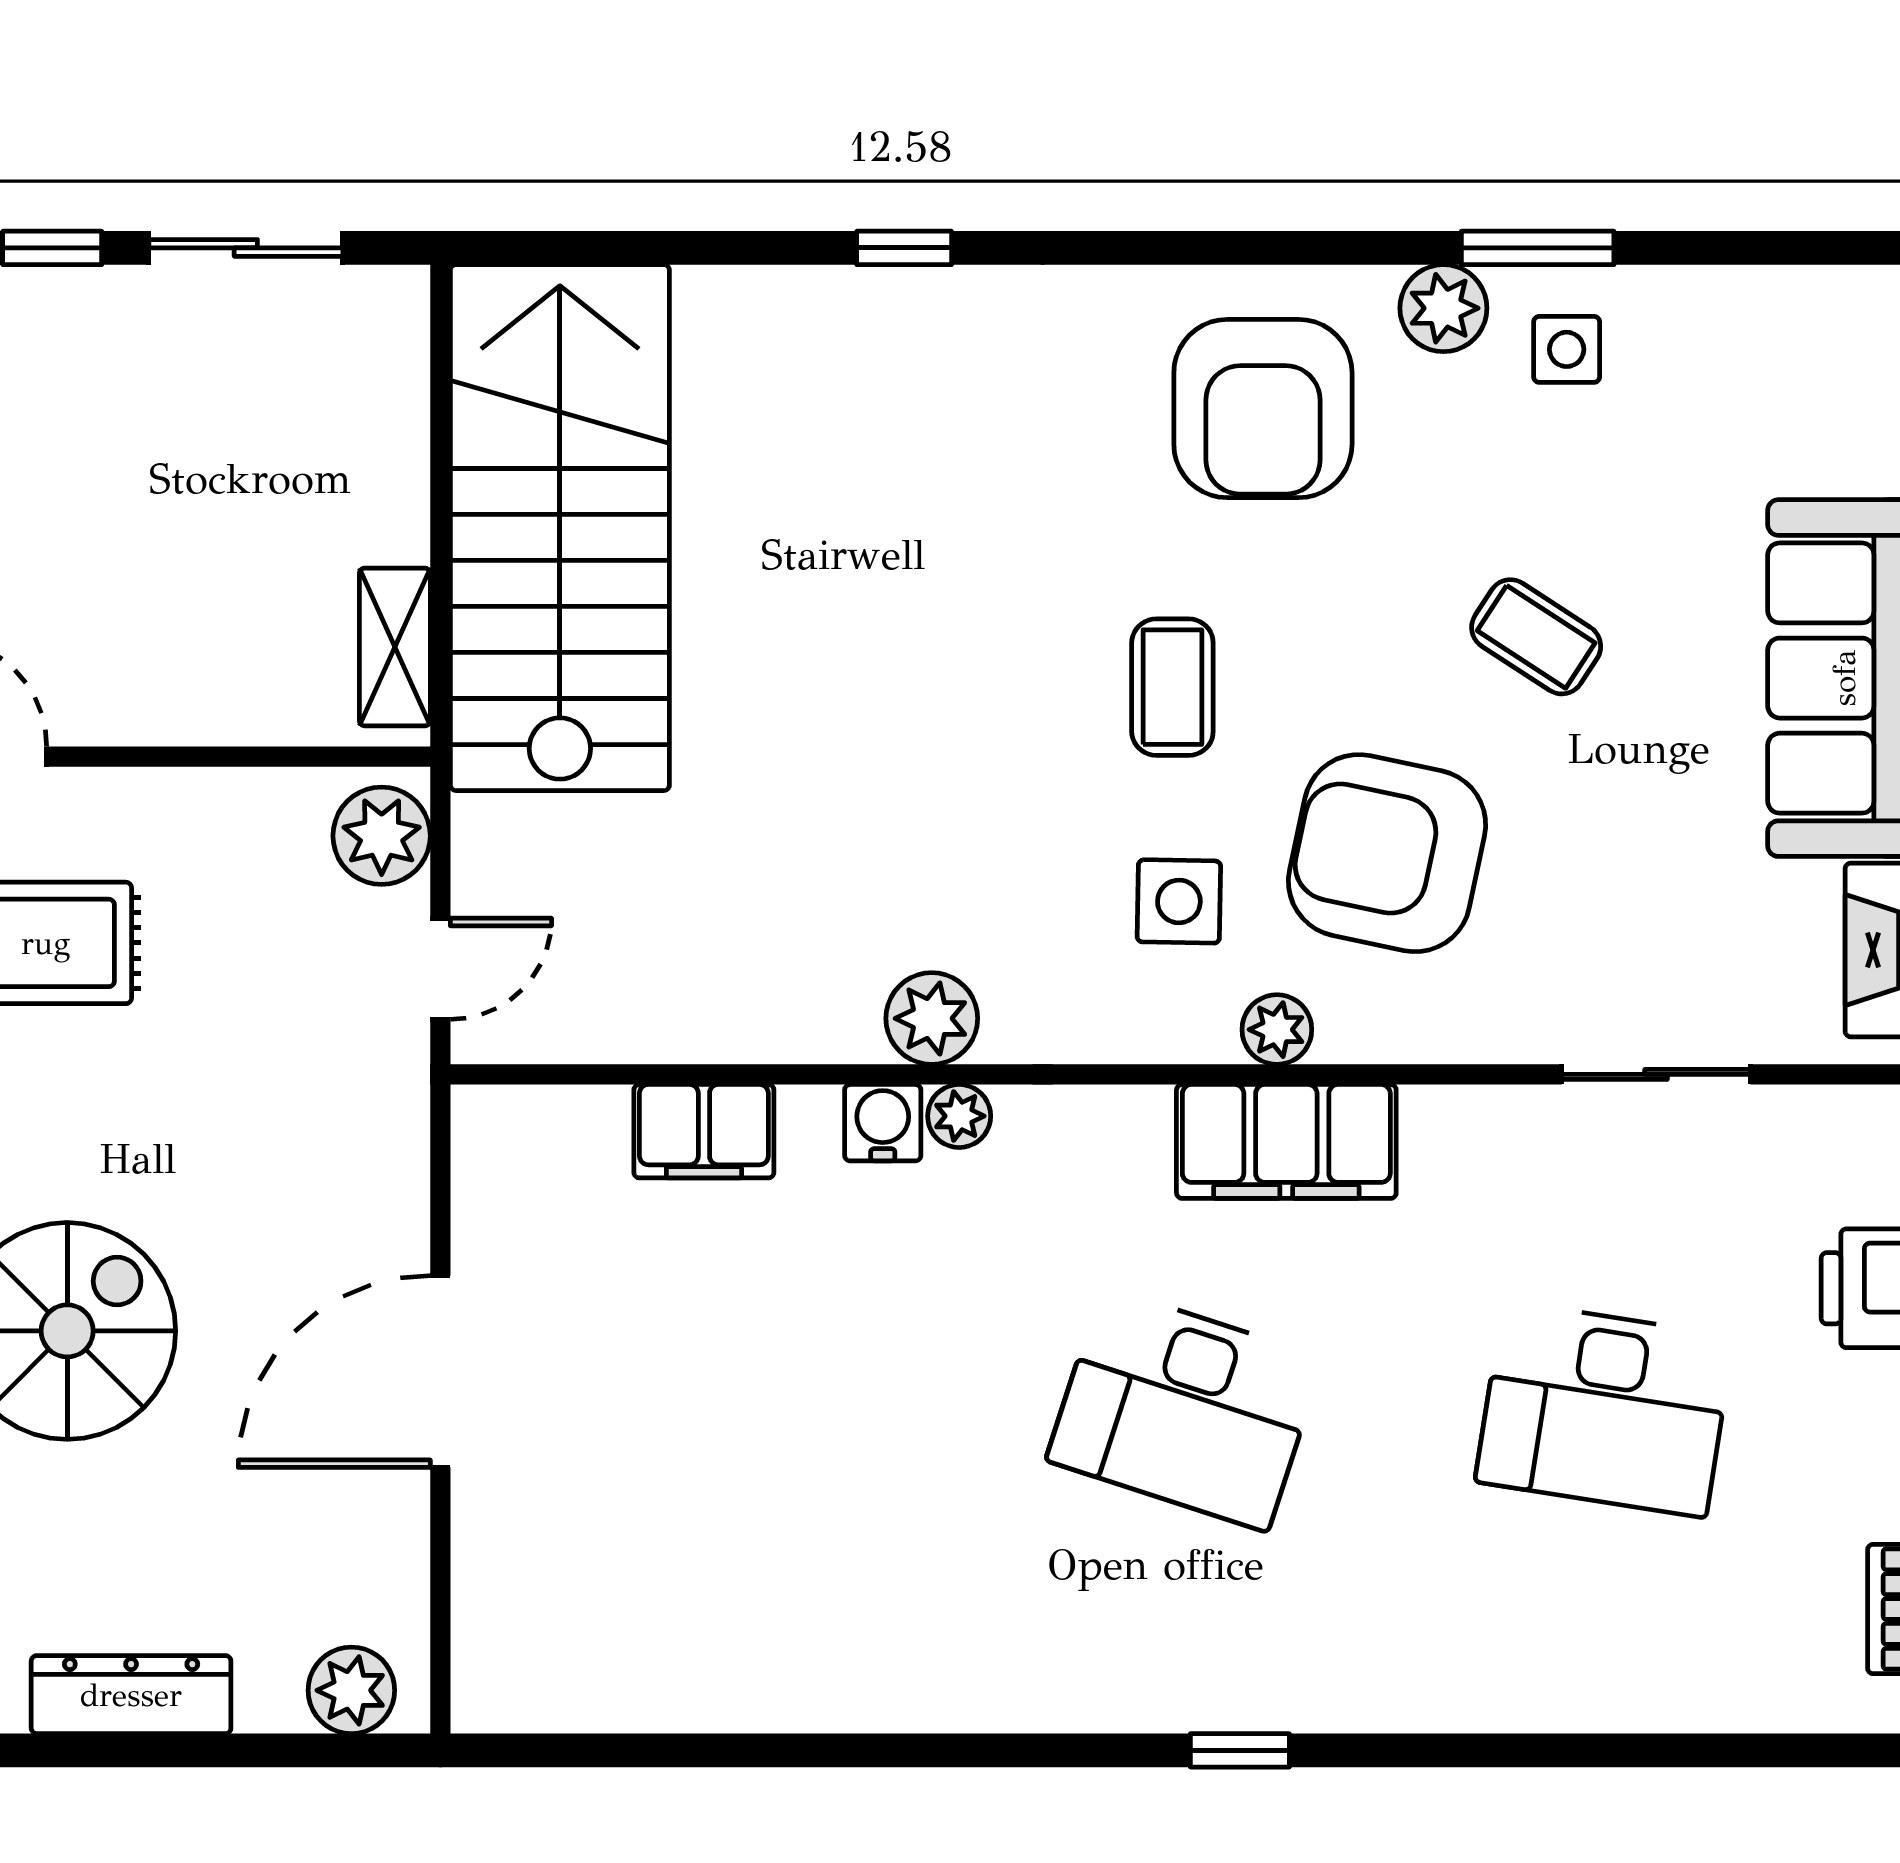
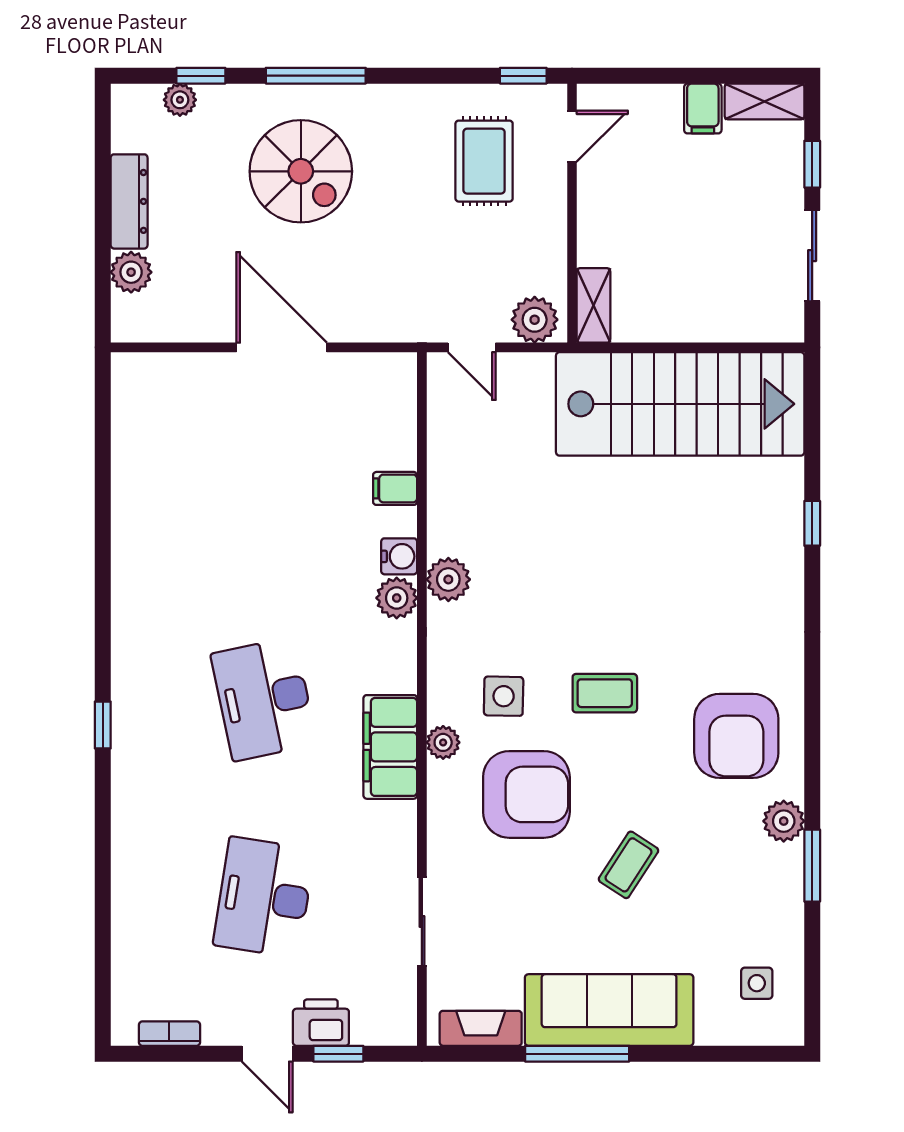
window: (904, 248) -> (812, 523), moved
side table: (1567, 349) -> (757, 983), moved
armchair: (1263, 409) -> (736, 736), turned -90
shelving: (395, 647) -> (594, 305), moved, turned 90
armchair: (1387, 853) -> (526, 794), turned 78
plant: (959, 1116) -> (397, 598), width x1.38, depth x1.38
filing cabinet: (704, 1131) -> (395, 488), width x0.50
desk: (1185, 1409) -> (264, 699), turned -30
plant: (351, 1690) -> (131, 272), moved

